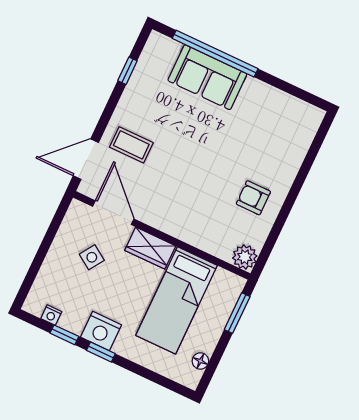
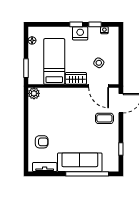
sofa: (207, 77) -> (80, 162), width x1.36
tv unit: (291, 105) -> (45, 167), added
armchair: (253, 198) -> (42, 142), moved

